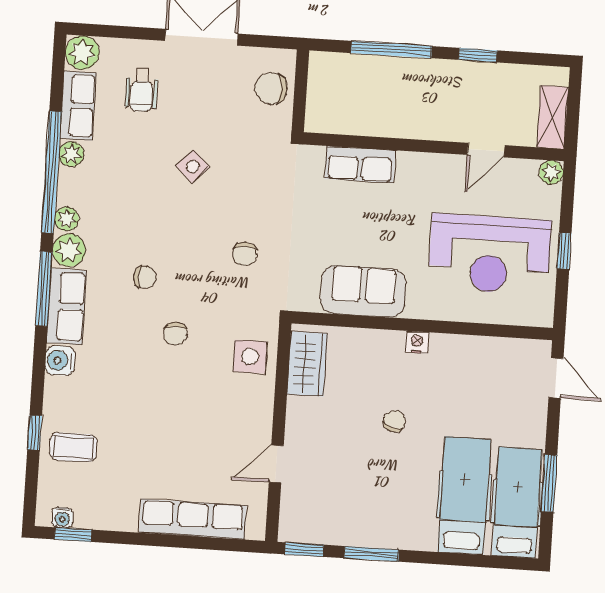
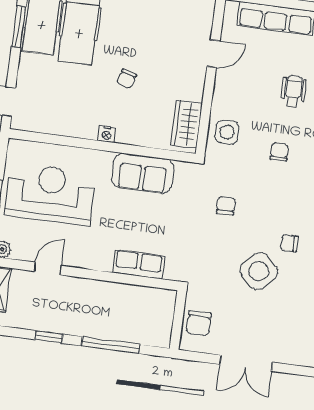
chair: (271, 88) -> (199, 323), turned 90
wheelchair: (142, 90) -> (293, 91), moved
side table: (193, 167) -> (259, 271), width x1.87, depth x1.87
chair: (145, 277) -> (289, 243), moved

